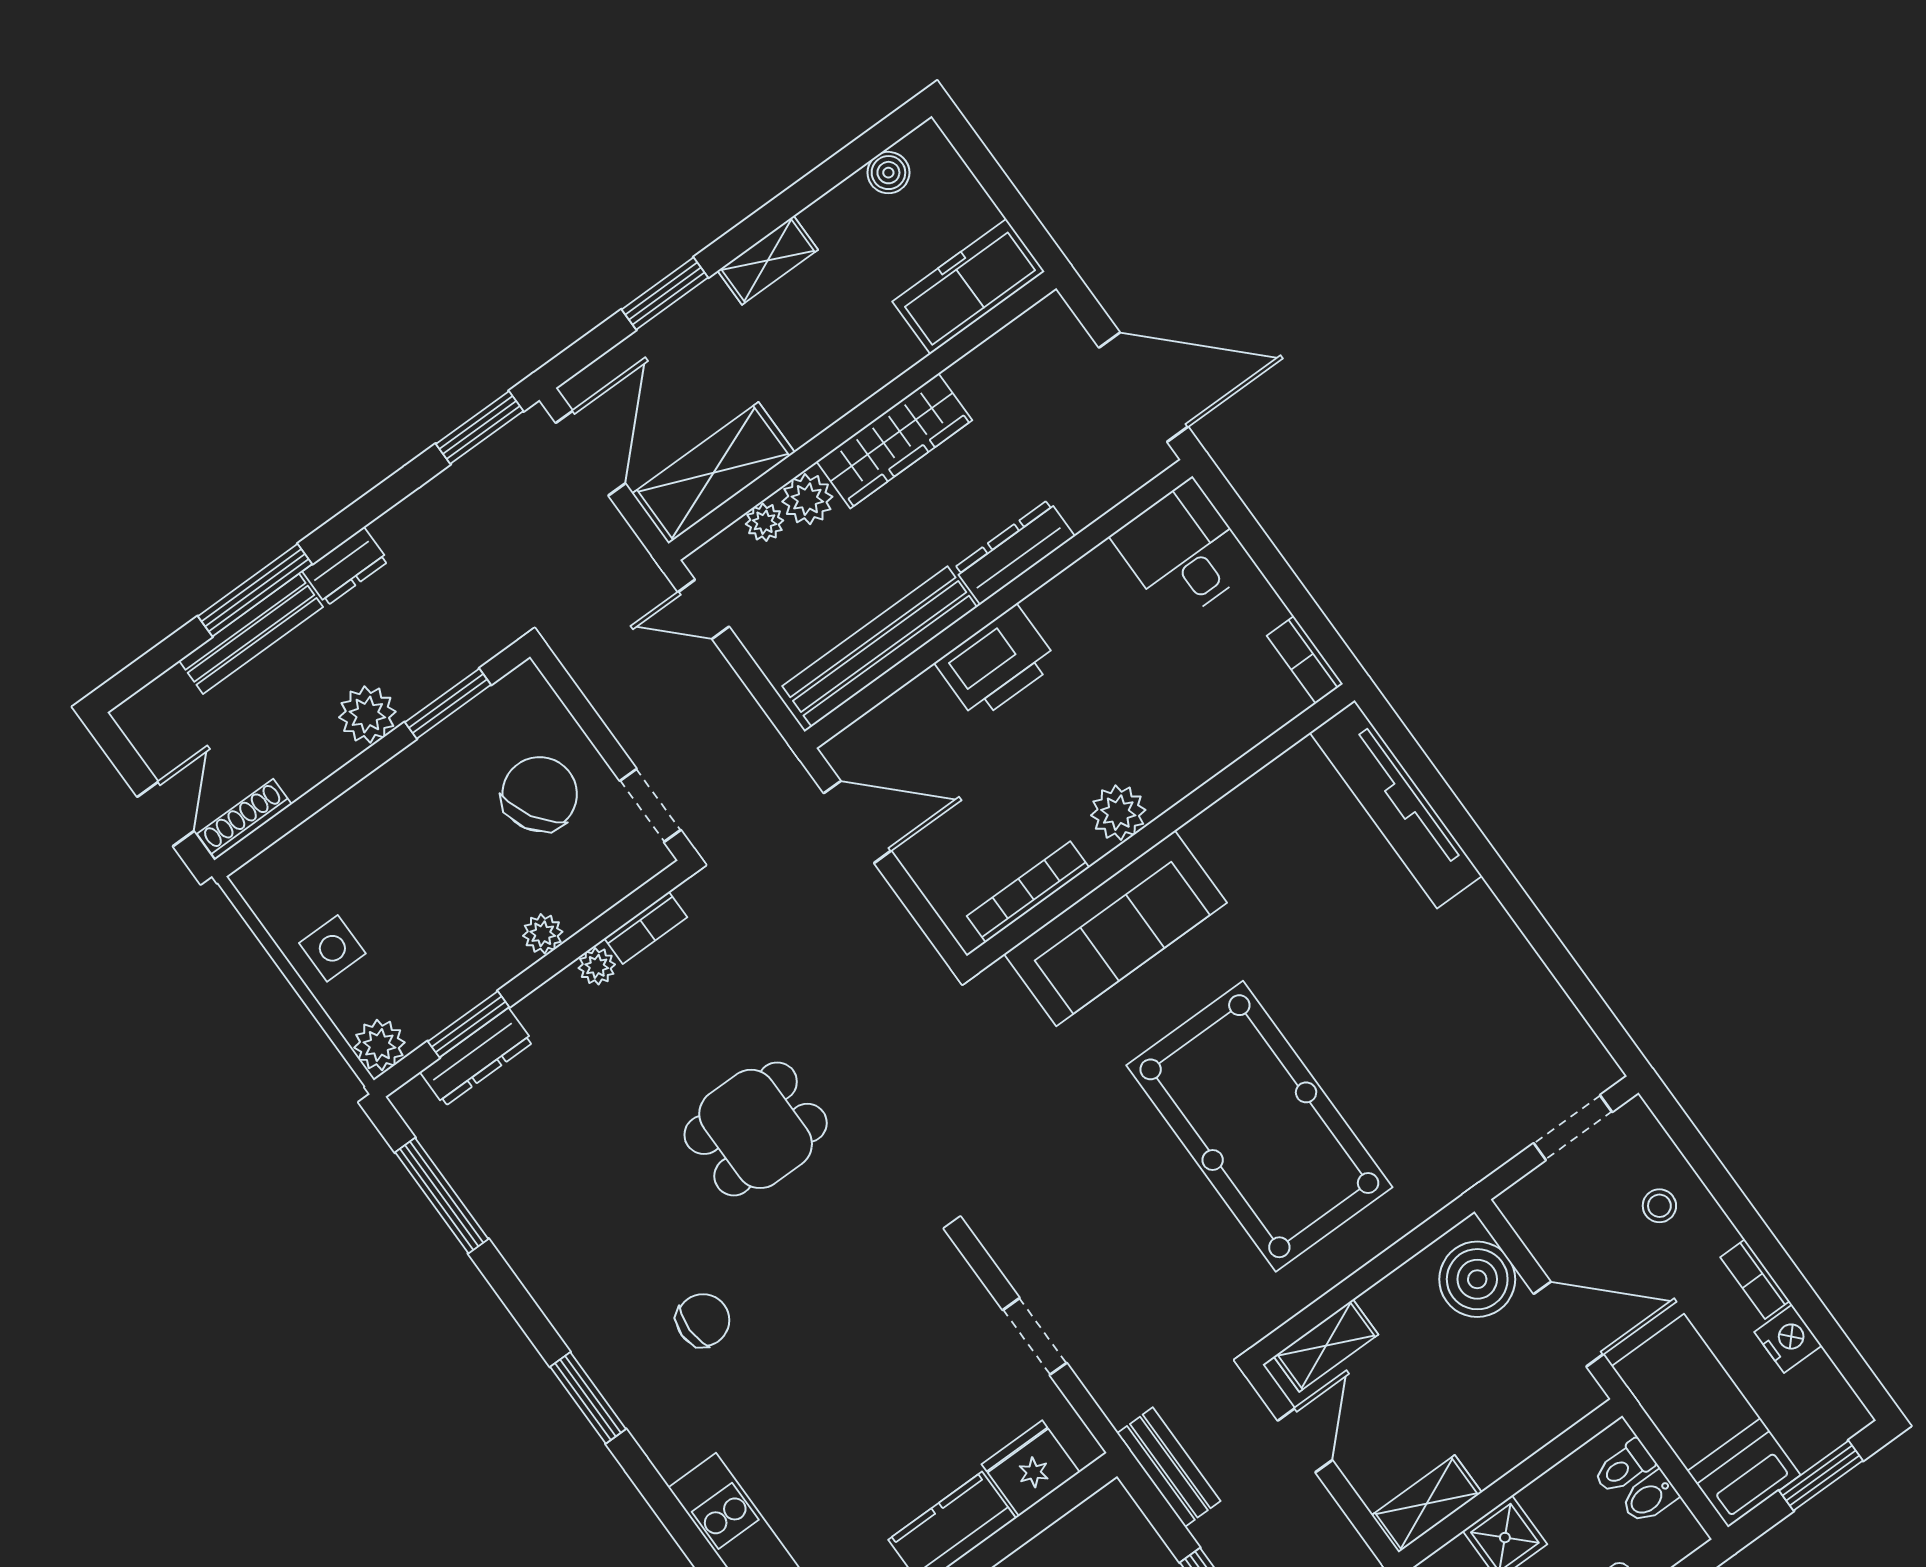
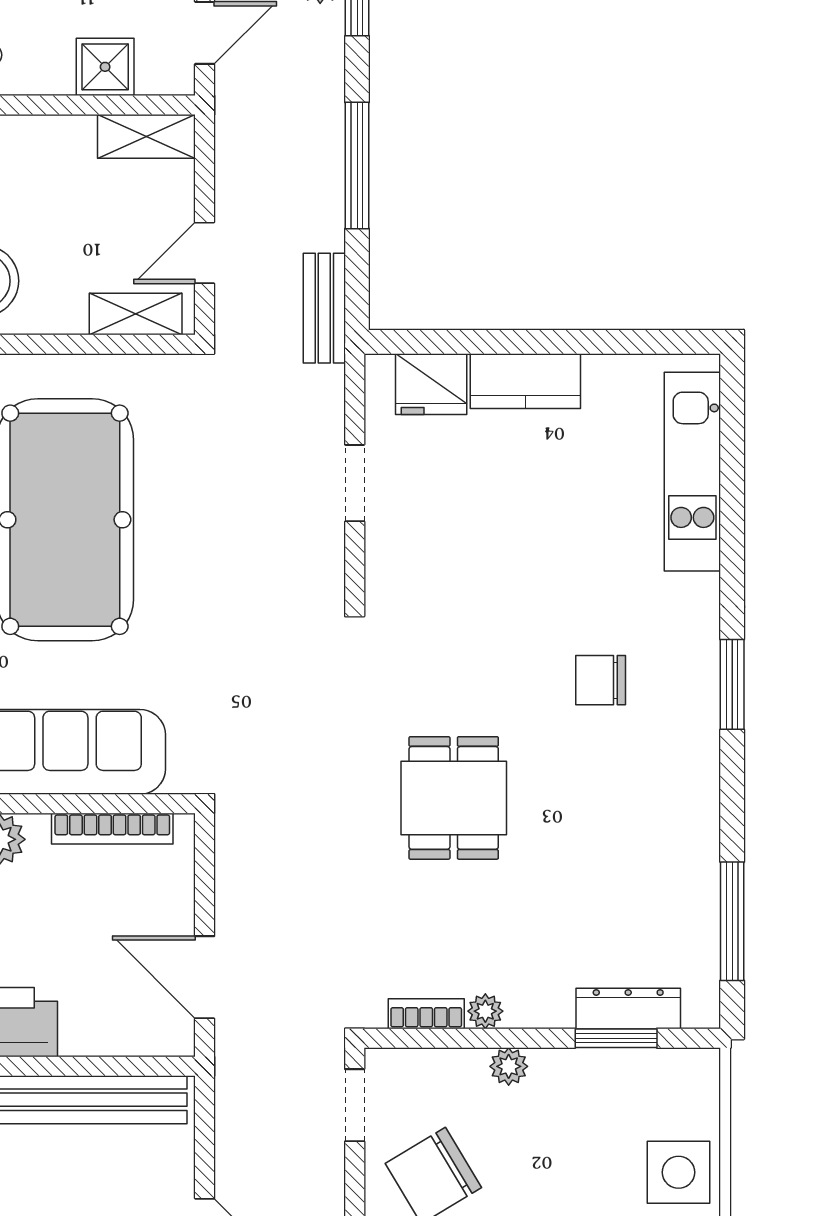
side table: (332, 948) -> (678, 1172), width x1.37, depth x1.37
plant: (379, 1045) -> (696, 1072), removed
dining table: (756, 1129) -> (454, 798), turned 90

